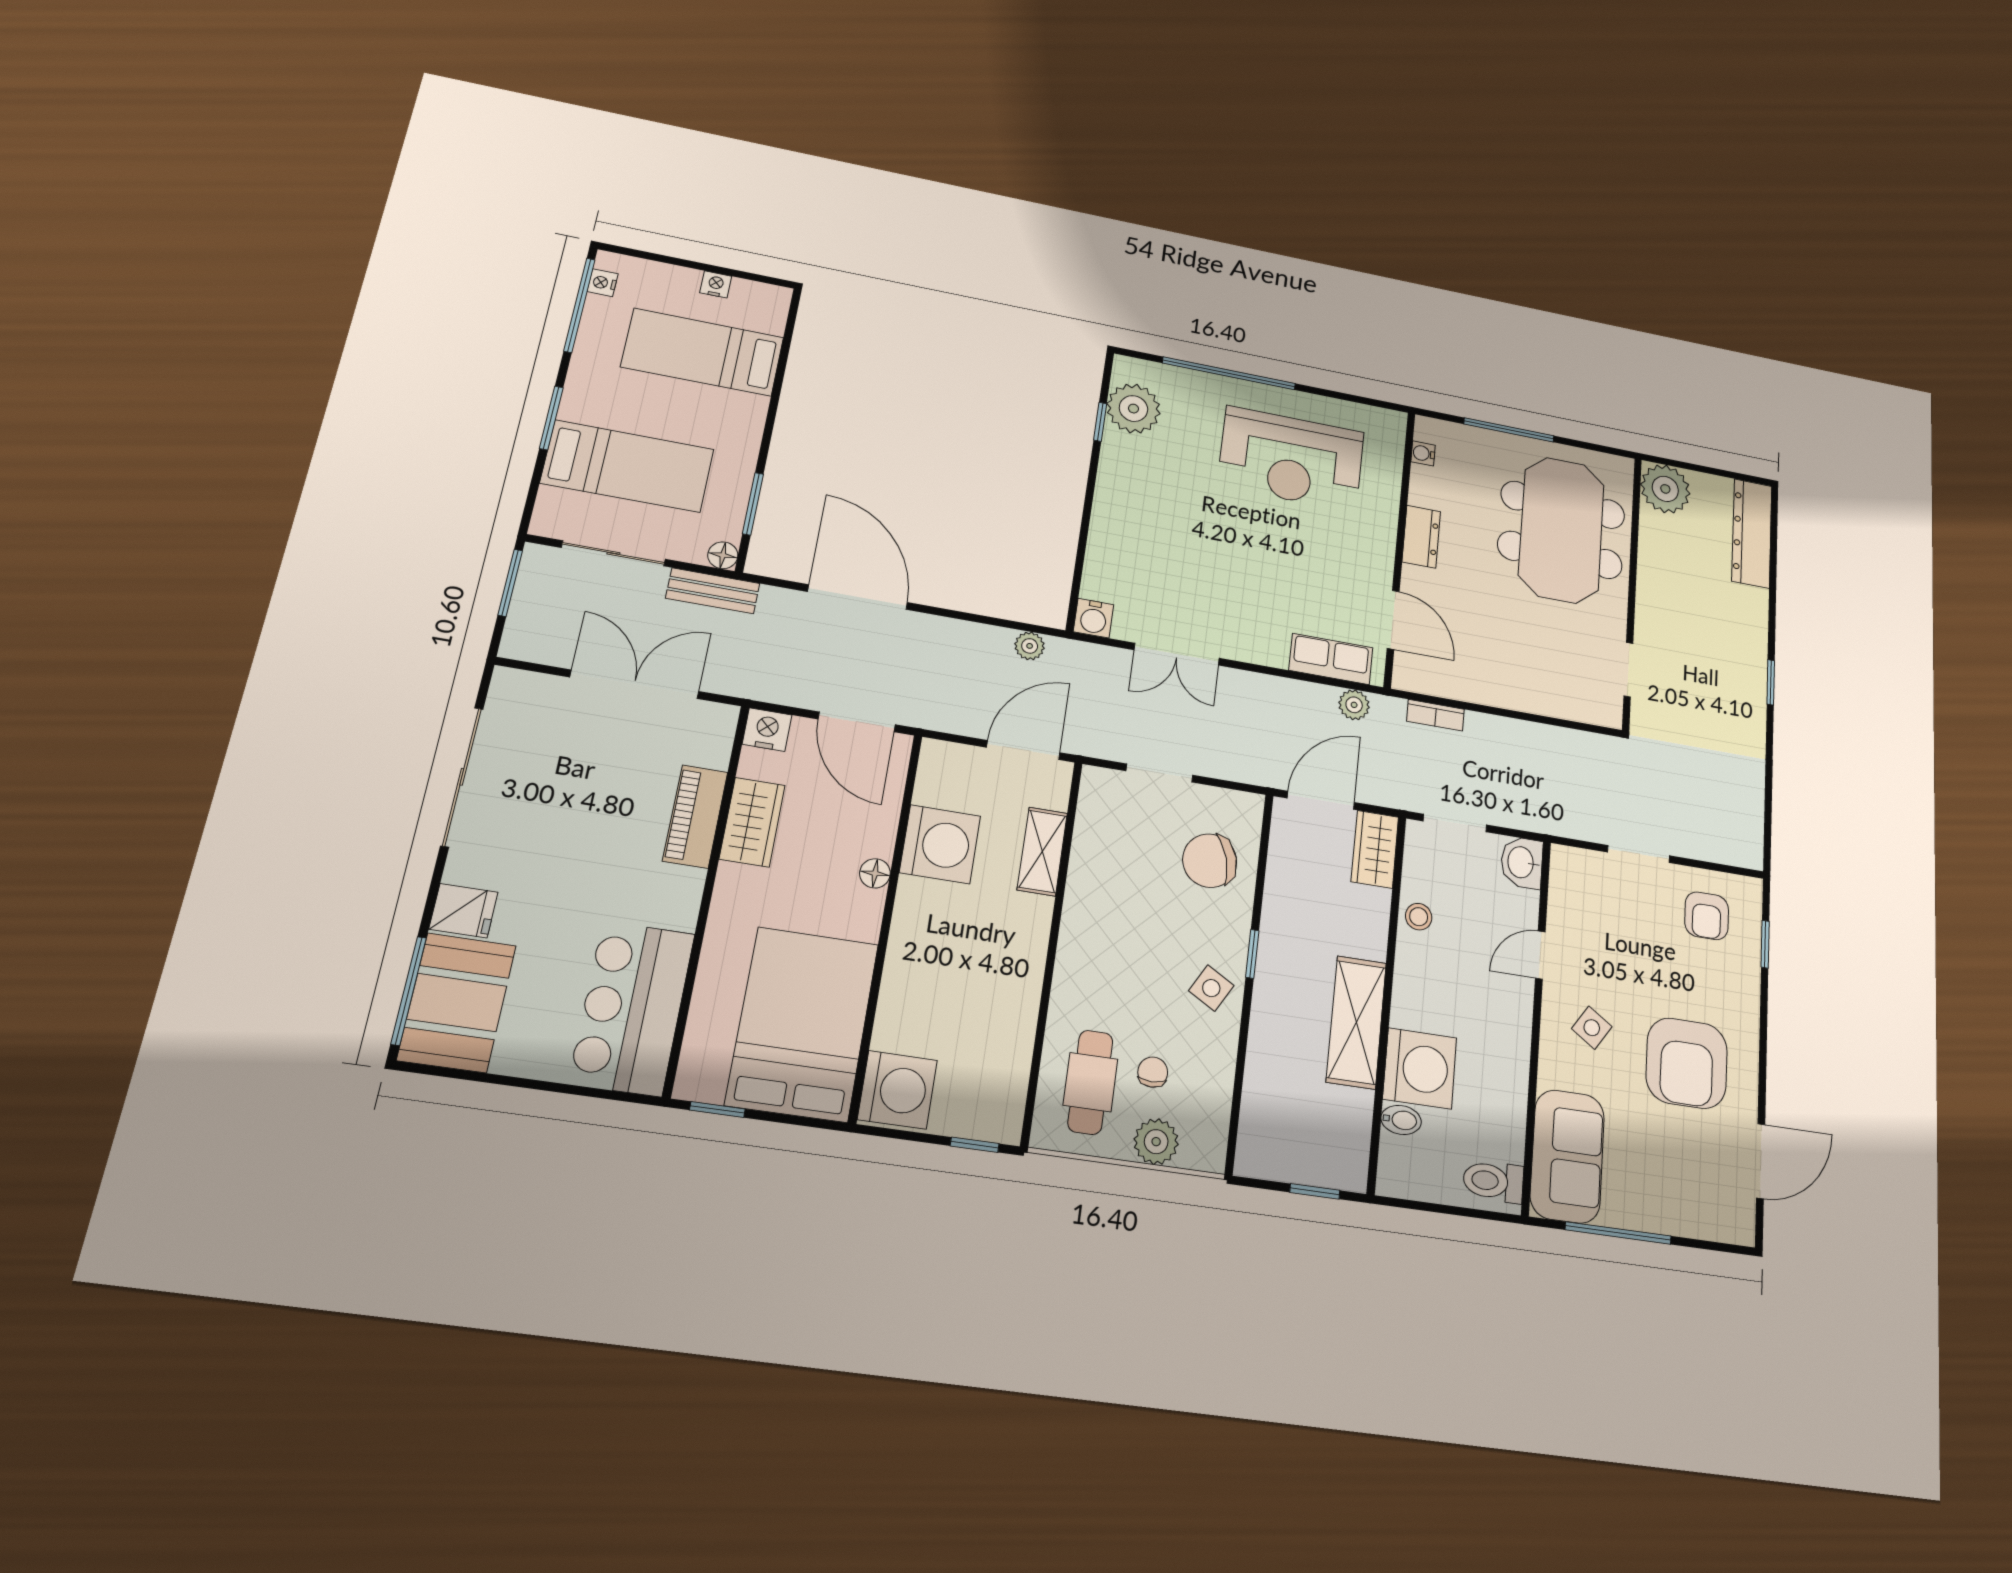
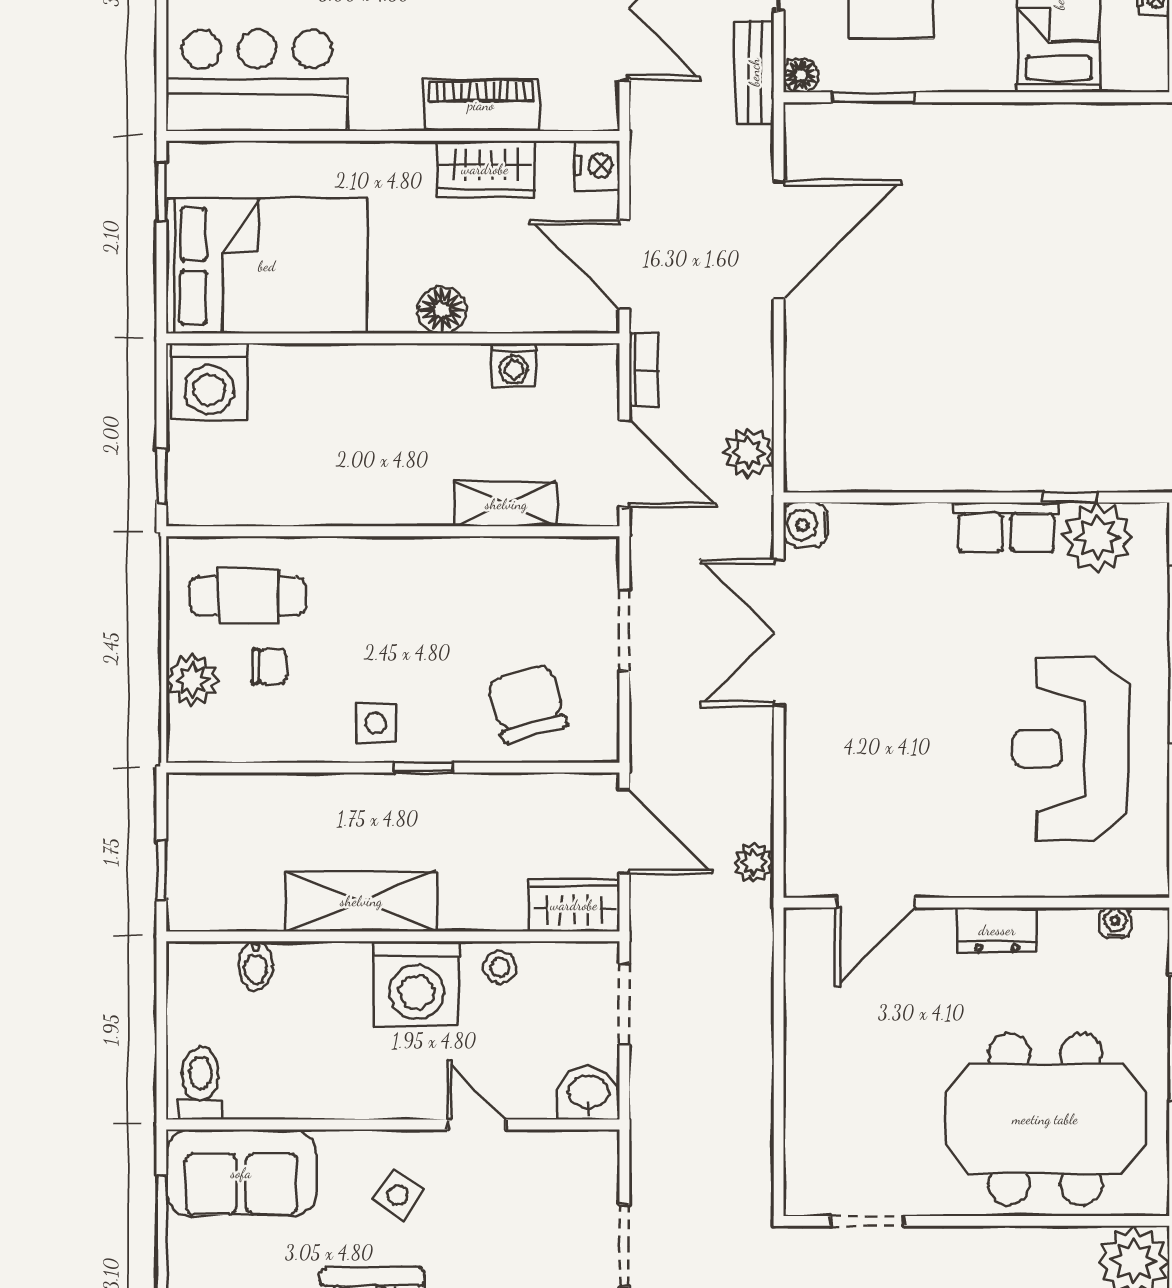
plant: (1030, 646) -> (749, 452), width x1.38, depth x1.38
double door: (1177, 654) -> (779, 633), width x1.37
row of seats: (1331, 659) -> (1006, 527), moved, turned 90
bookcase: (1435, 715) -> (644, 370), moved, turned 180
door: (857, 722) -> (624, 265), hinge flipped
washing machine: (940, 844) -> (514, 365), width x0.53, depth x0.53
floor lamp: (875, 873) -> (442, 310), width x1.37, depth x1.37
side table: (1211, 988) -> (376, 723), turned -30
washing machine: (1420, 1068) -> (417, 983), moved

